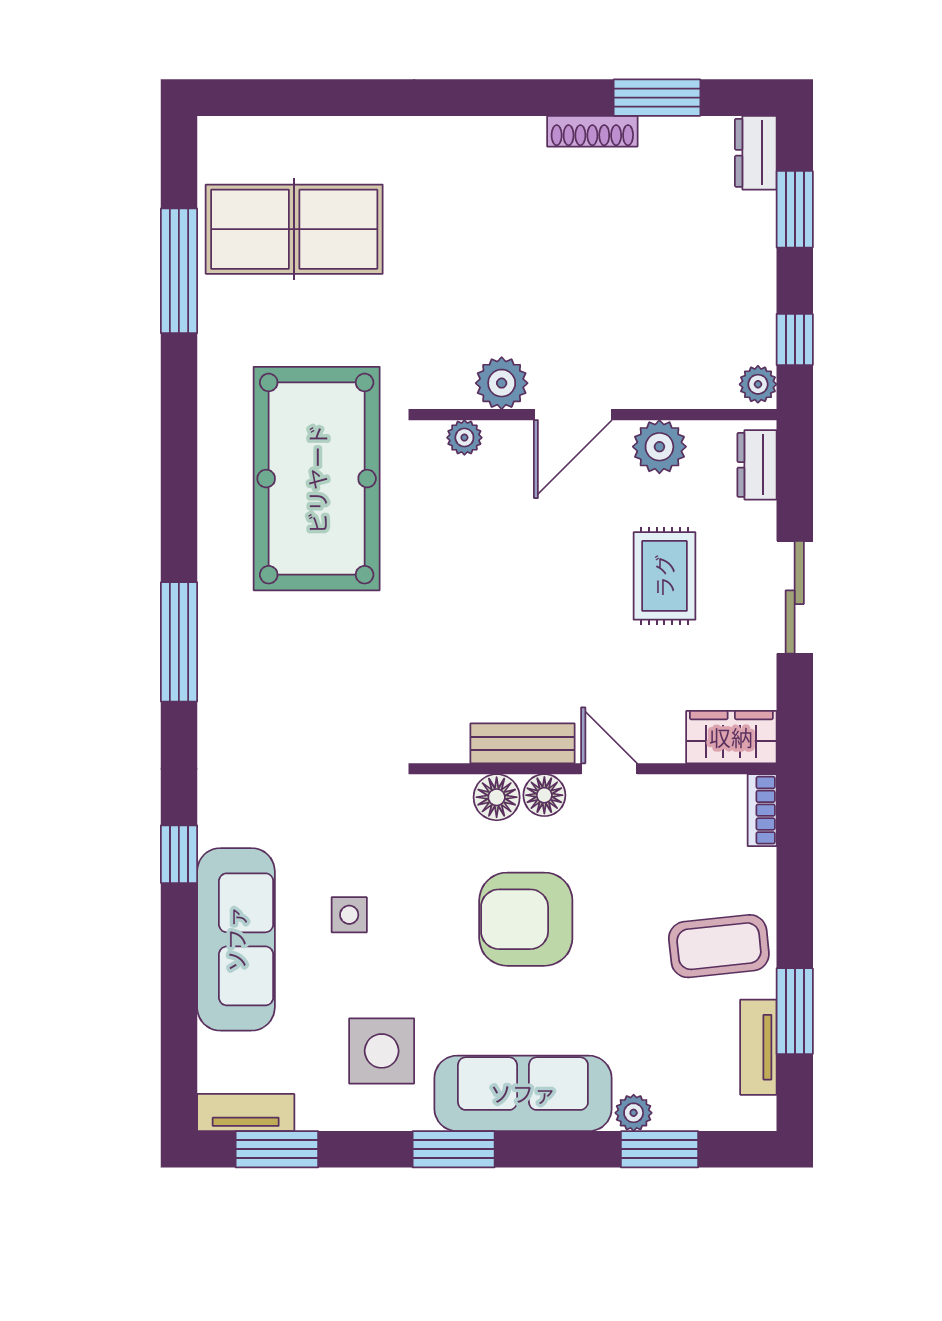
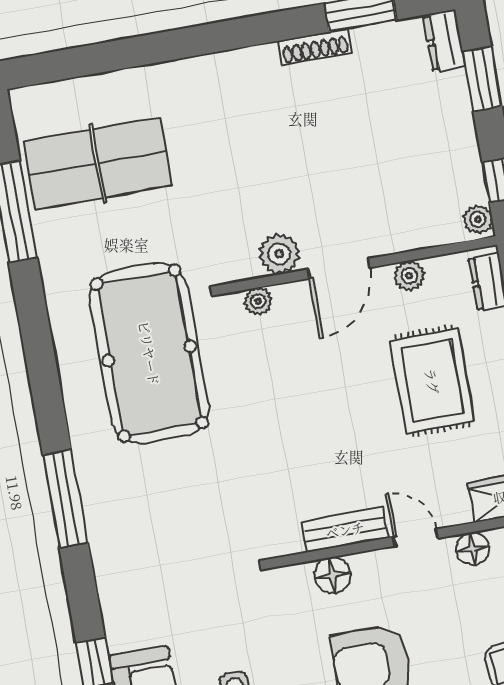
plant: (659, 447) -> (409, 276), width x0.73, depth x0.73
rug: (664, 576) -> (432, 381), width x1.36, depth x1.43
floor lamp: (544, 795) -> (473, 549), moved

